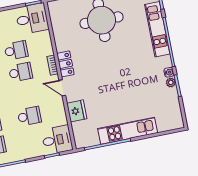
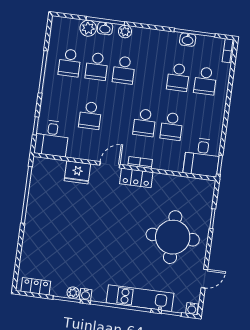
locker: (176, 113) -> (36, 286), added
kitchen unit: (128, 131) -> (34, 223), removed

